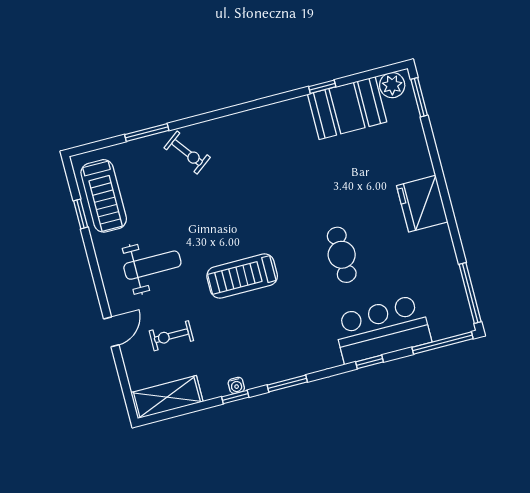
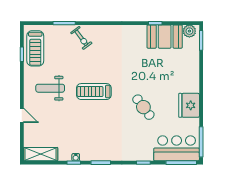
fridge: (422, 204) -> (189, 105), moved
cafe table: (342, 255) -> (143, 107), turned -37
weight bench: (152, 265) -> (50, 88), turned 180
treadmill: (242, 276) -> (94, 92), moved
bar counter: (382, 329) -> (177, 148), moved
door: (111, 332) -> (22, 115), hinge flipped
exercise bike: (171, 336) -> (50, 125), removed

